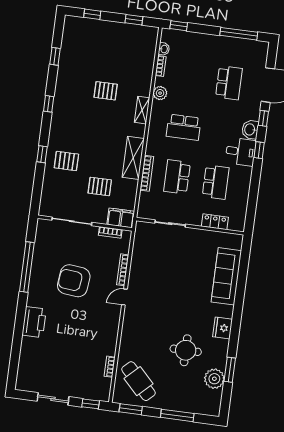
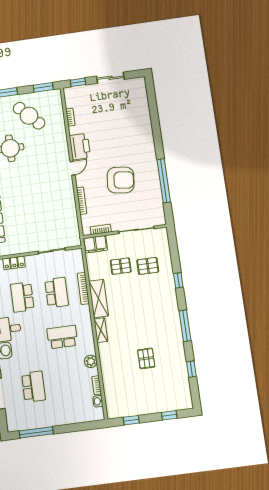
window: (179, 26) -> (91, 425), removed
school desk: (229, 83) -> (33, 387), turned 180
pallet: (106, 91) -> (146, 358), moved, turned 90
window: (49, 104) -> (185, 326), width x2.17
shelving: (142, 110) -> (101, 330), moved
pallet: (66, 161) -> (148, 266), moved
door: (124, 297) -> (72, 168), moved
printer: (34, 322) -> (80, 147), moved, turned 180
cafe table: (139, 381) -> (29, 116), moved

